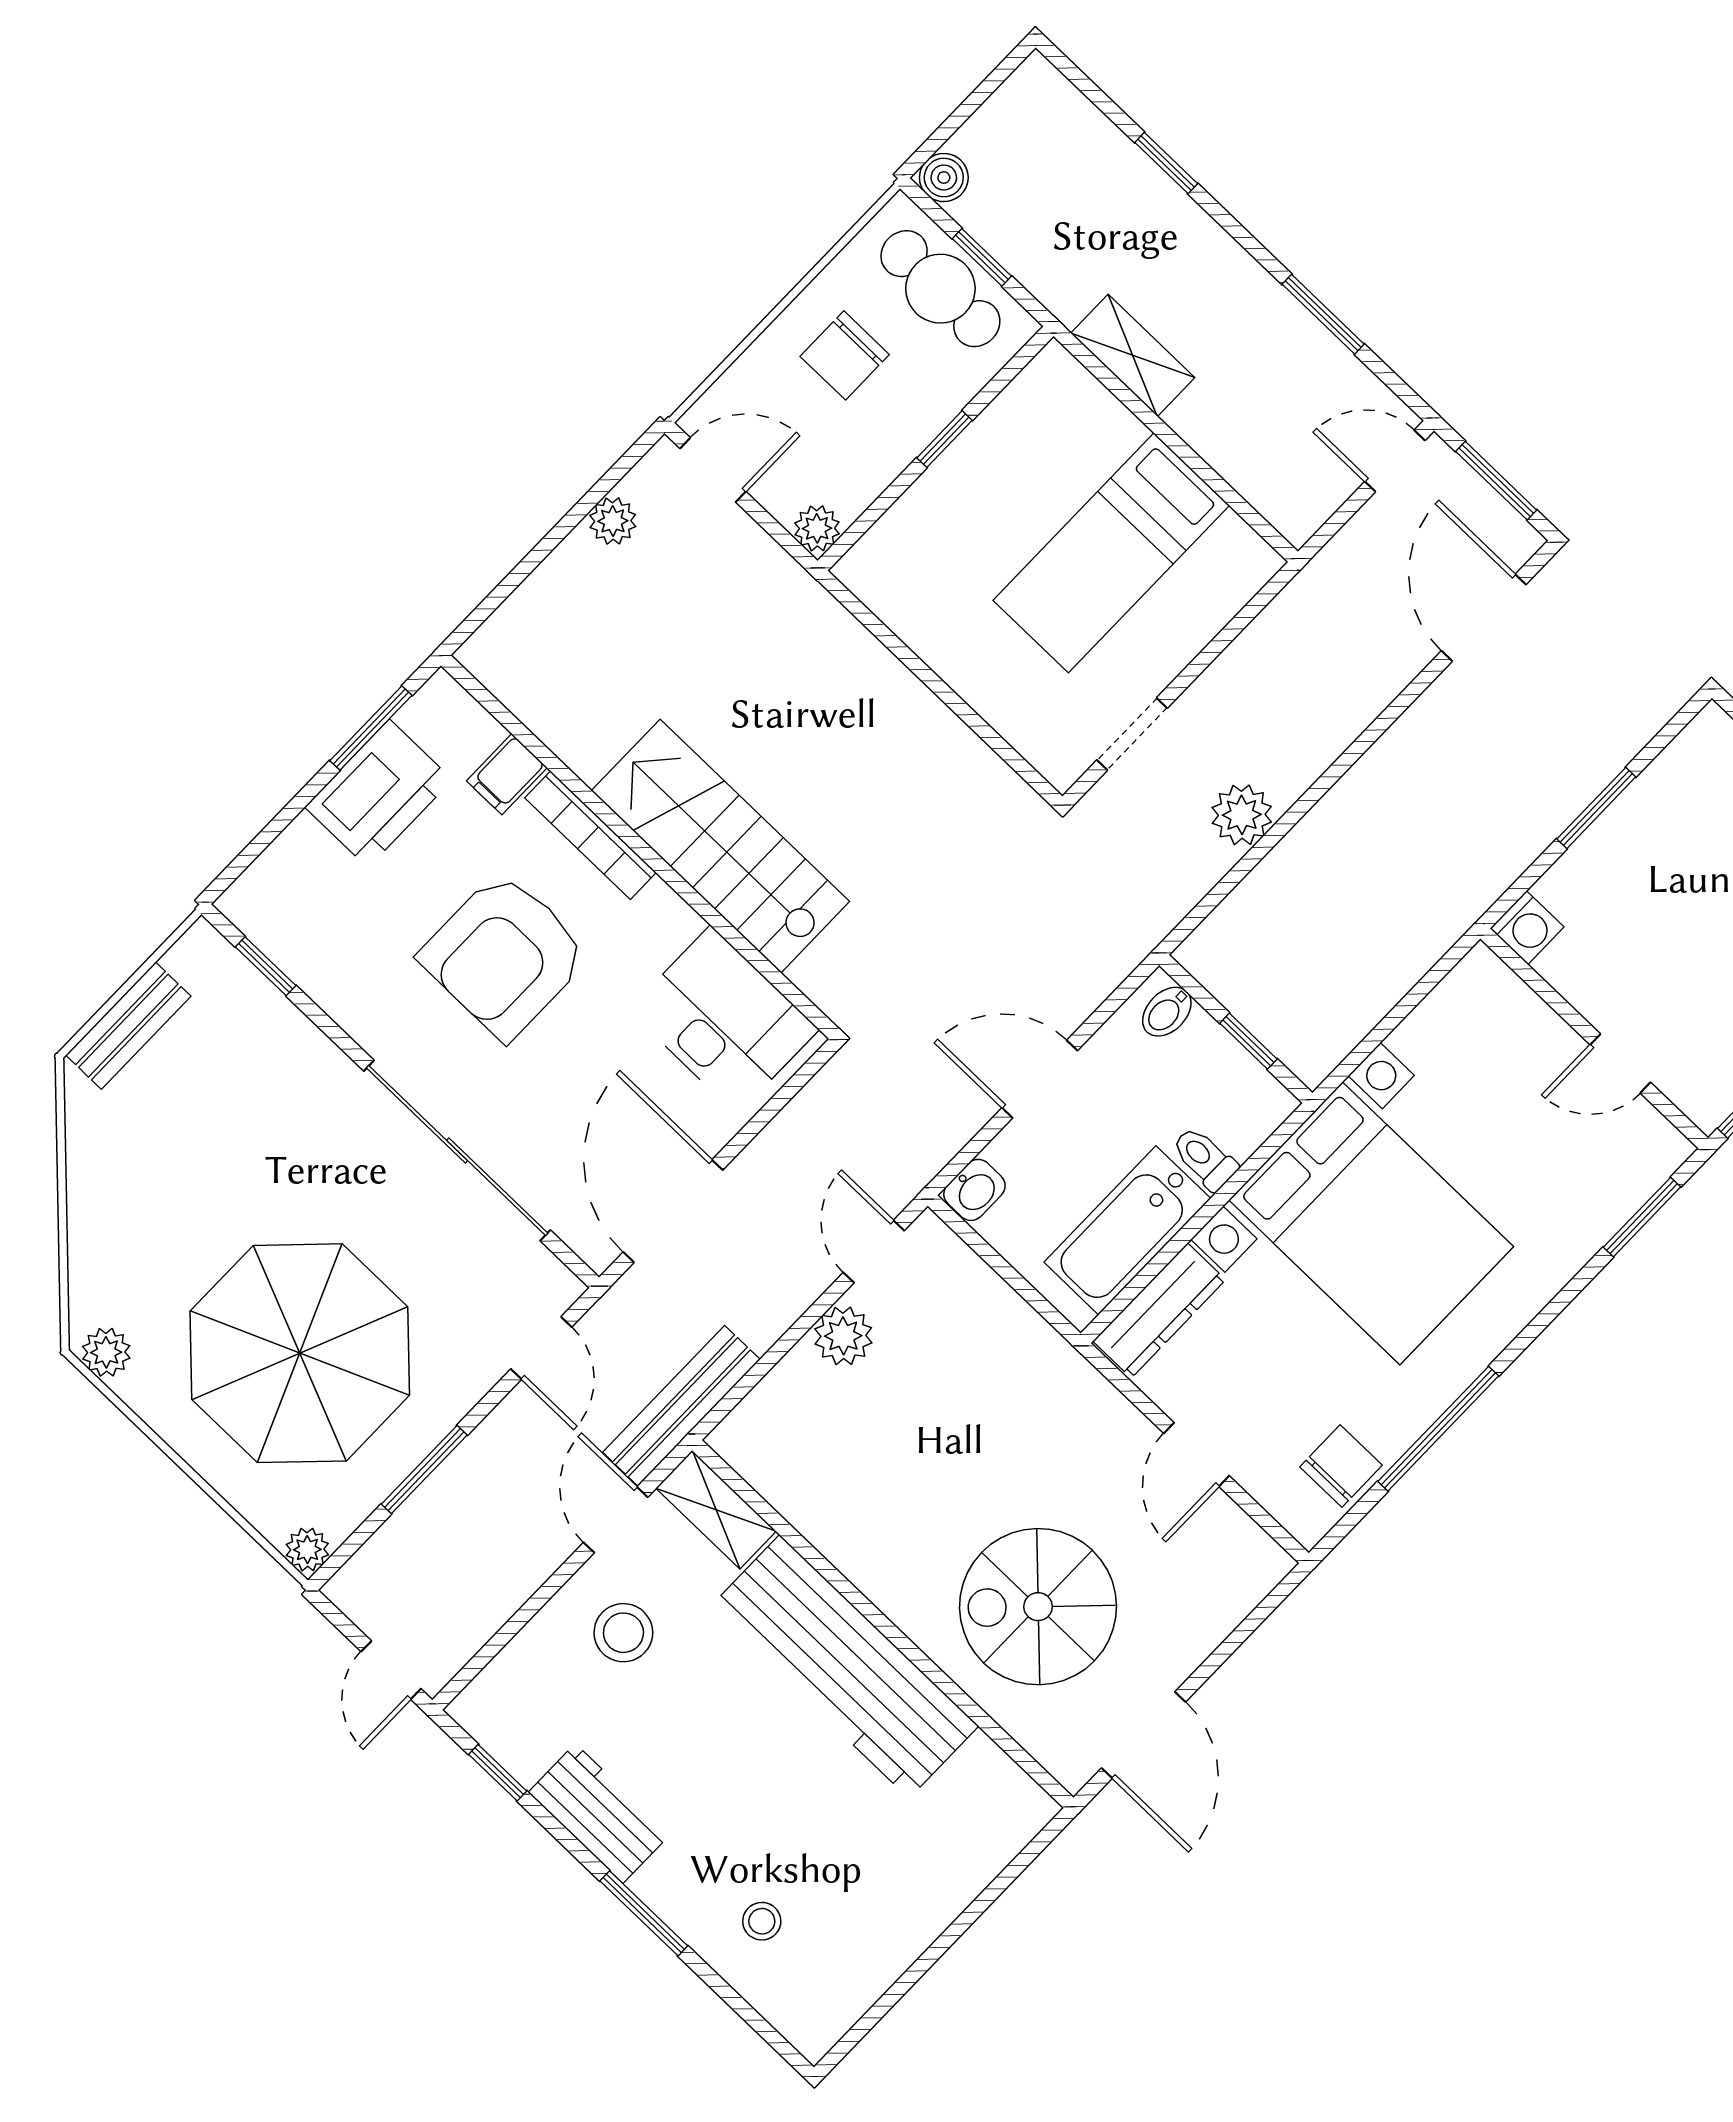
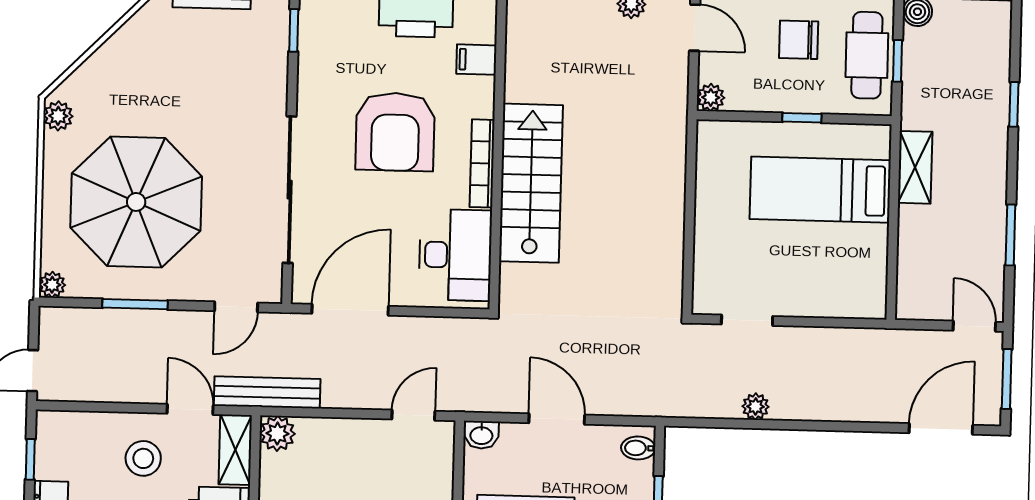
bed: (1111, 553) -> (820, 190), moved
plant: (1242, 815) -> (756, 407), width x0.73, depth x0.73
bookcase: (591, 835) -> (482, 163), moved
armchair: (505, 955) -> (395, 132), turned -90
plant: (843, 1336) -> (277, 433), moved
door: (616, 1520) -> (190, 409), hinge flipped

